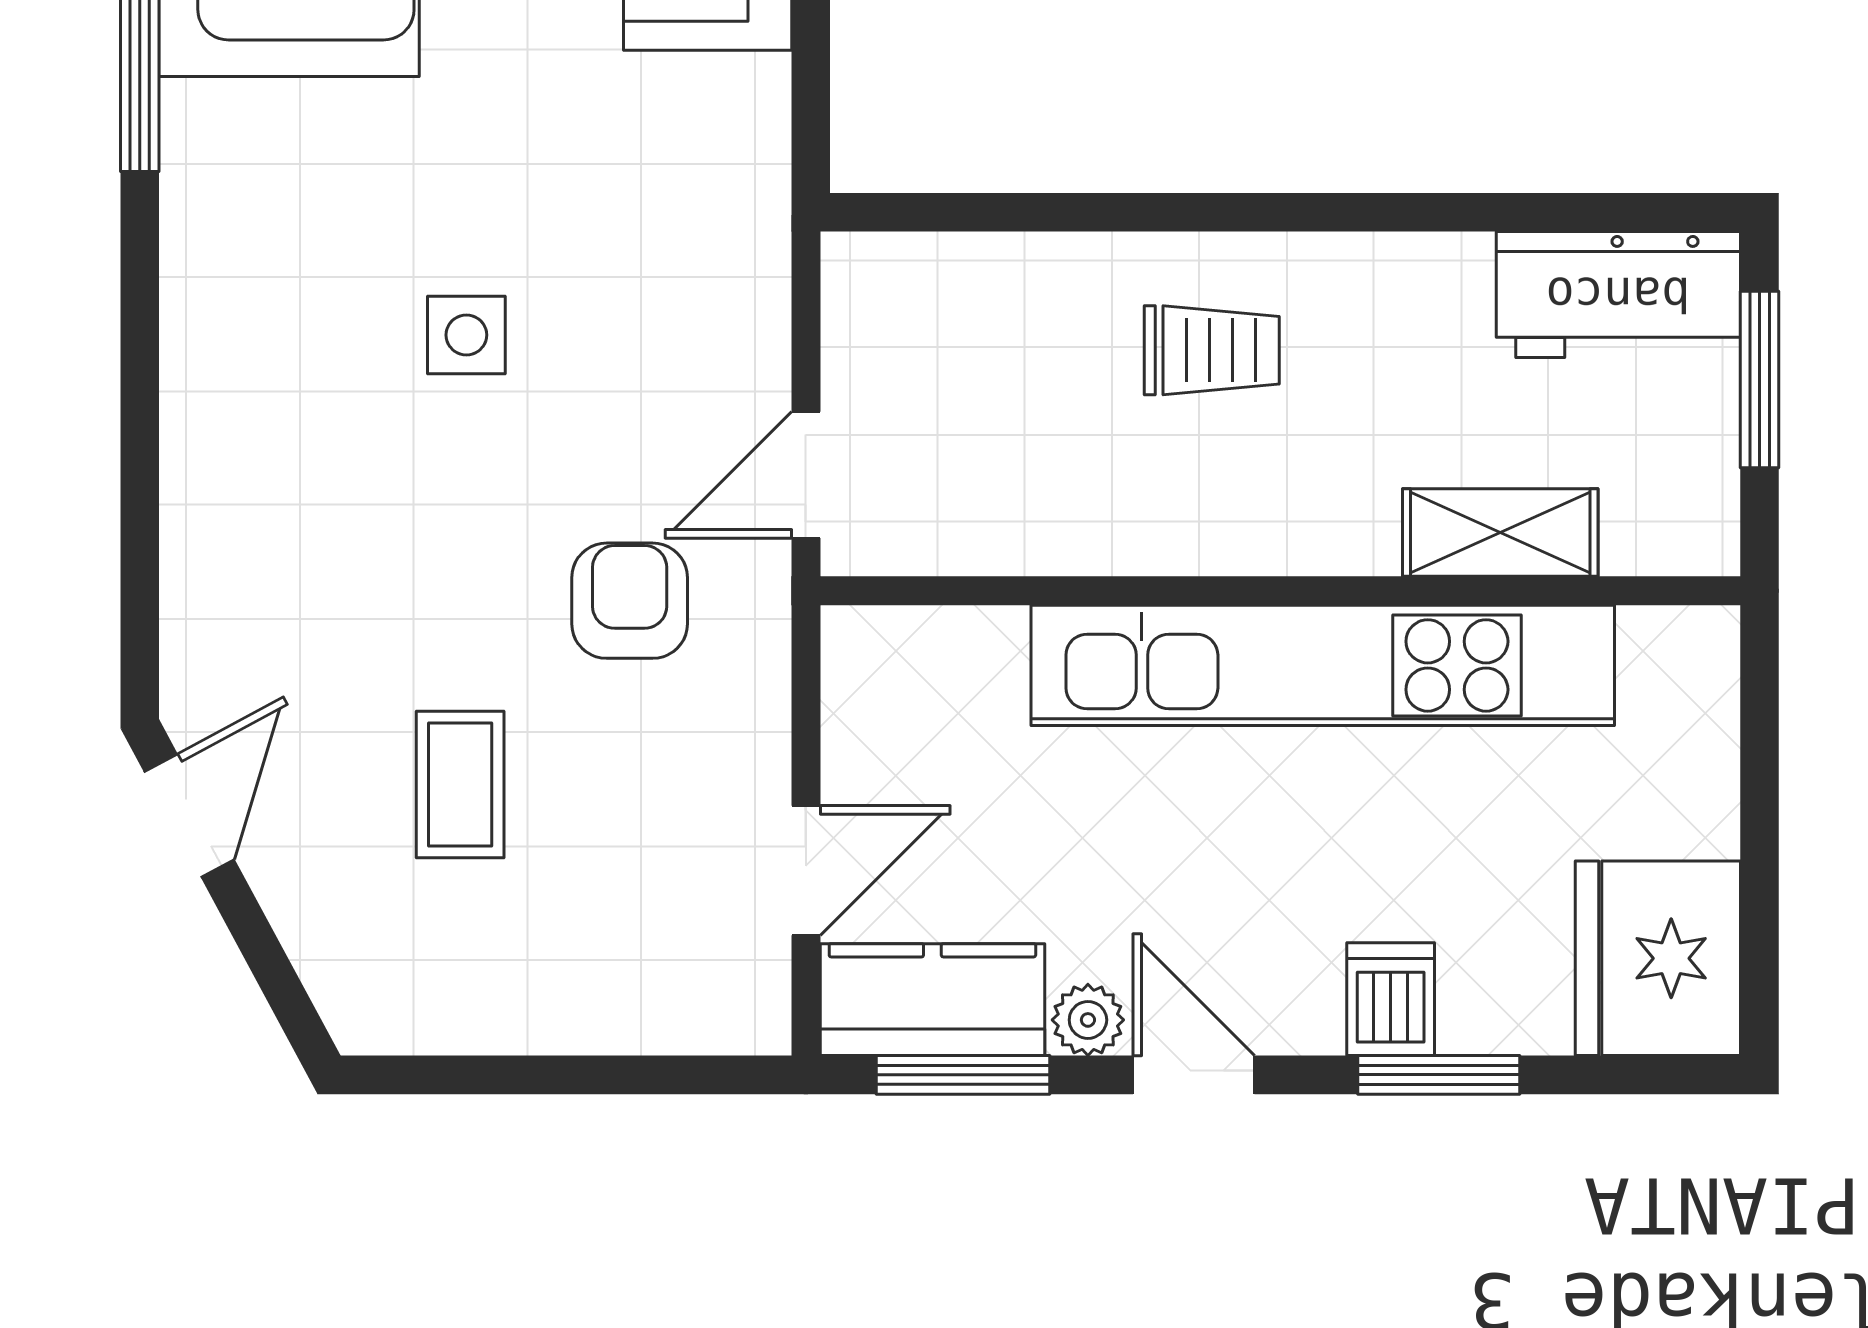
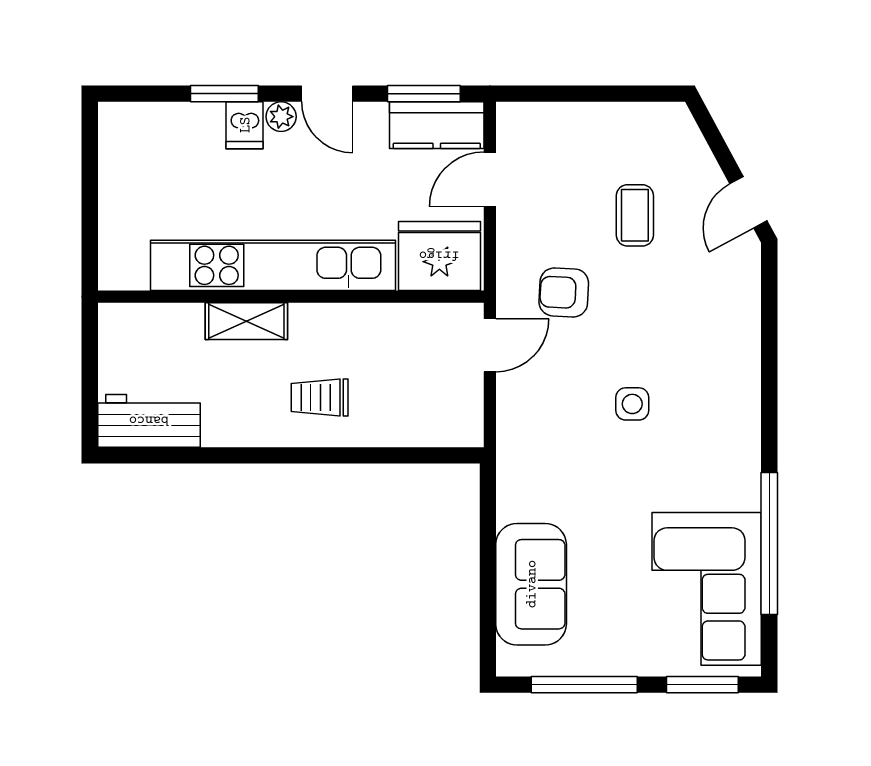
window: (1760, 380) -> (90, 385), removed
shelving: (1500, 532) -> (246, 321), moved
armchair: (630, 601) -> (564, 292), turned 93
fridge: (1658, 958) -> (439, 256), moved, turned -90
plant: (1088, 1020) -> (281, 117), moved

